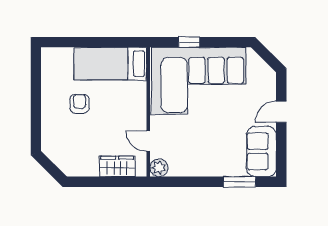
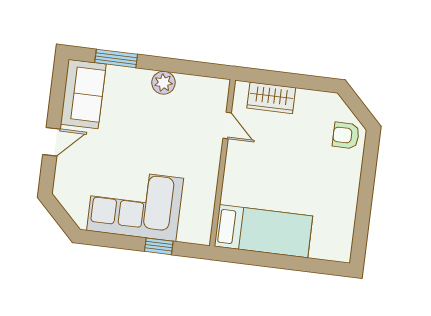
corner sofa: (199, 81) -> (135, 204), width x0.73, depth x0.74
armchair: (80, 104) -> (346, 135), moved, turned 90
plant: (159, 168) -> (163, 83), moved

